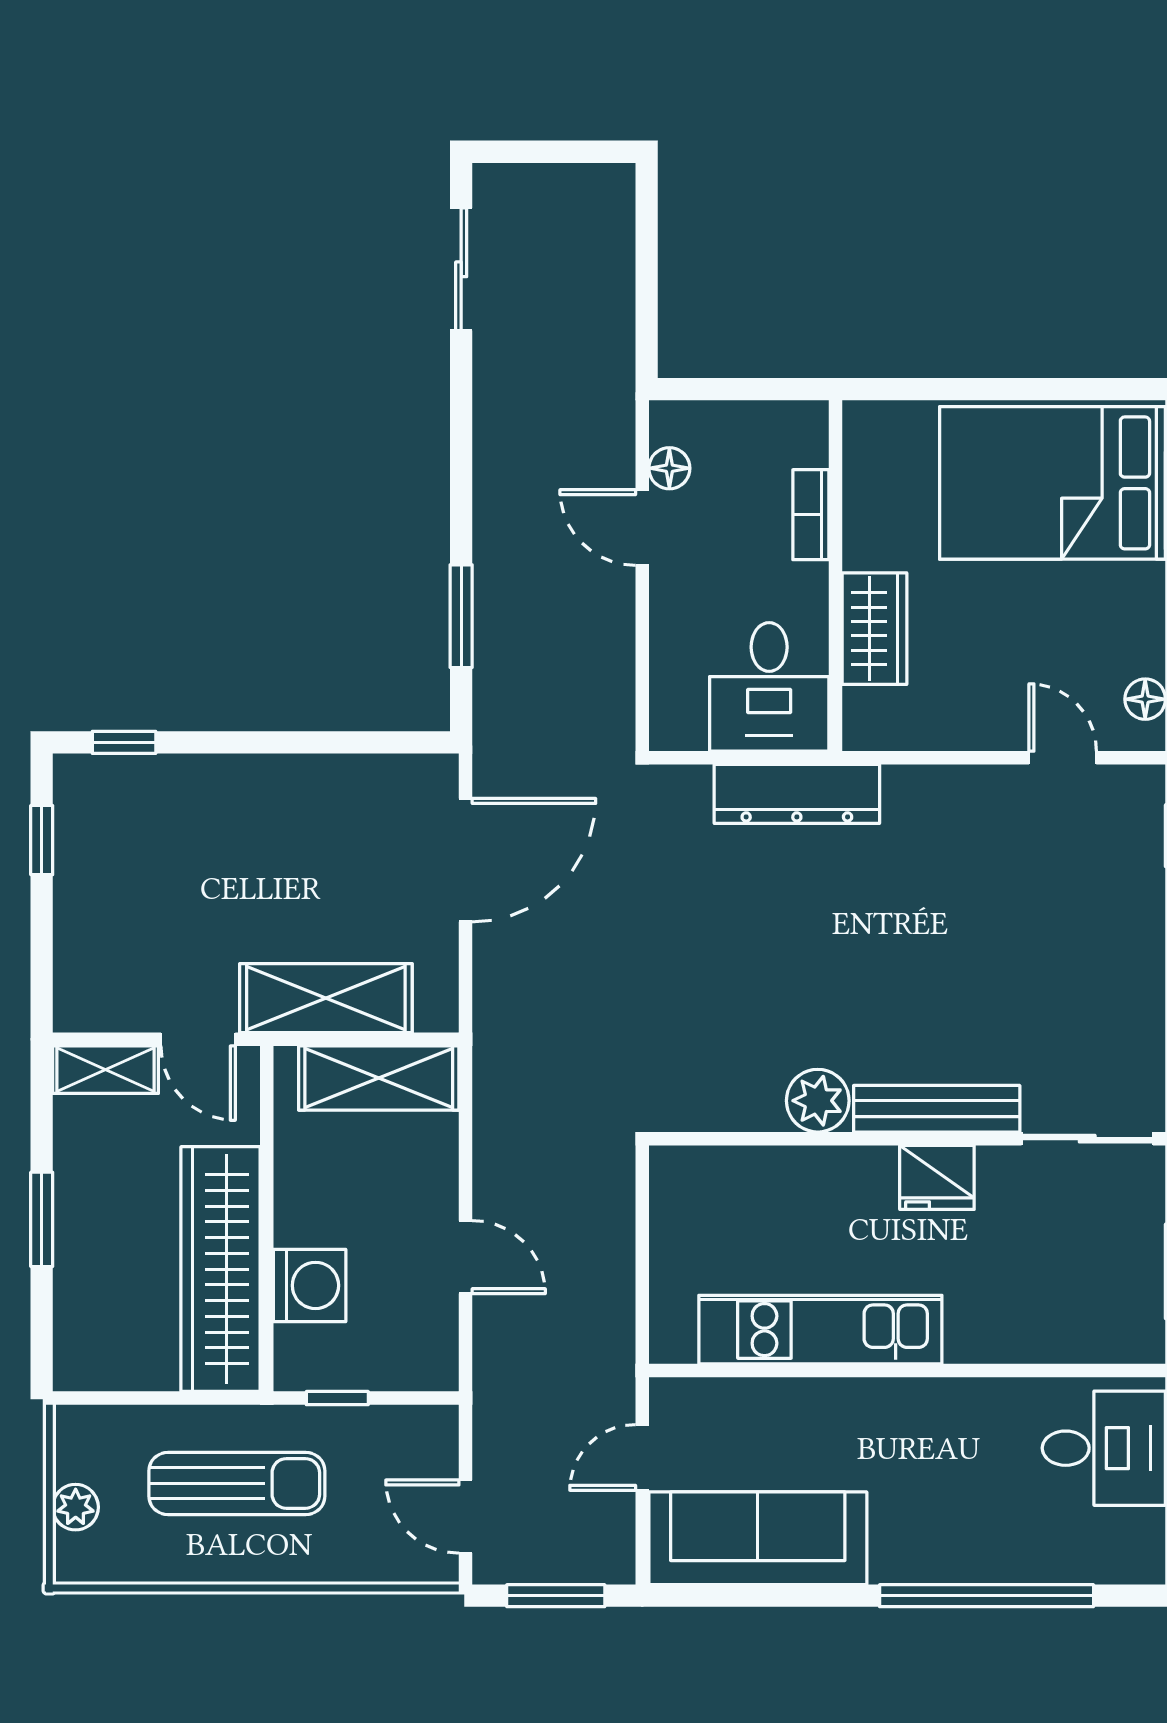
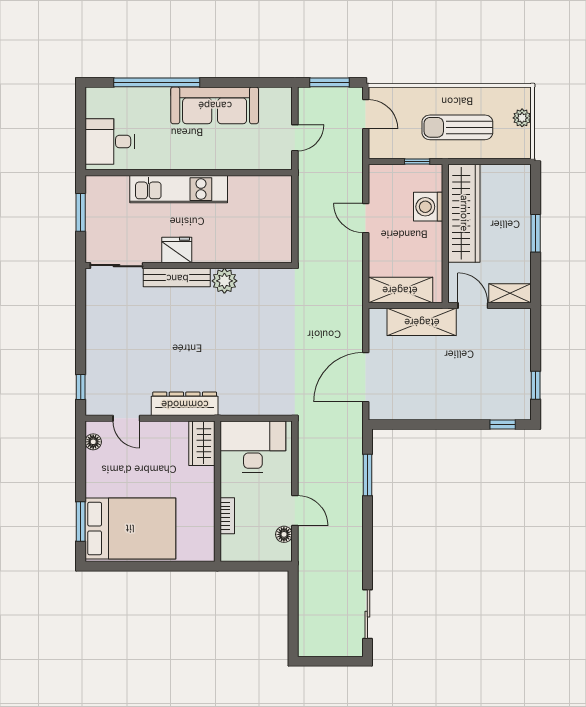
wardrobe: (874, 629) -> (202, 443), moved
desk: (769, 687) -> (253, 447), width x1.37
dresser: (797, 794) -> (185, 404), moved
kitchen unit: (820, 1330) -> (179, 189), moved
sofa: (758, 1538) -> (215, 105), moved

